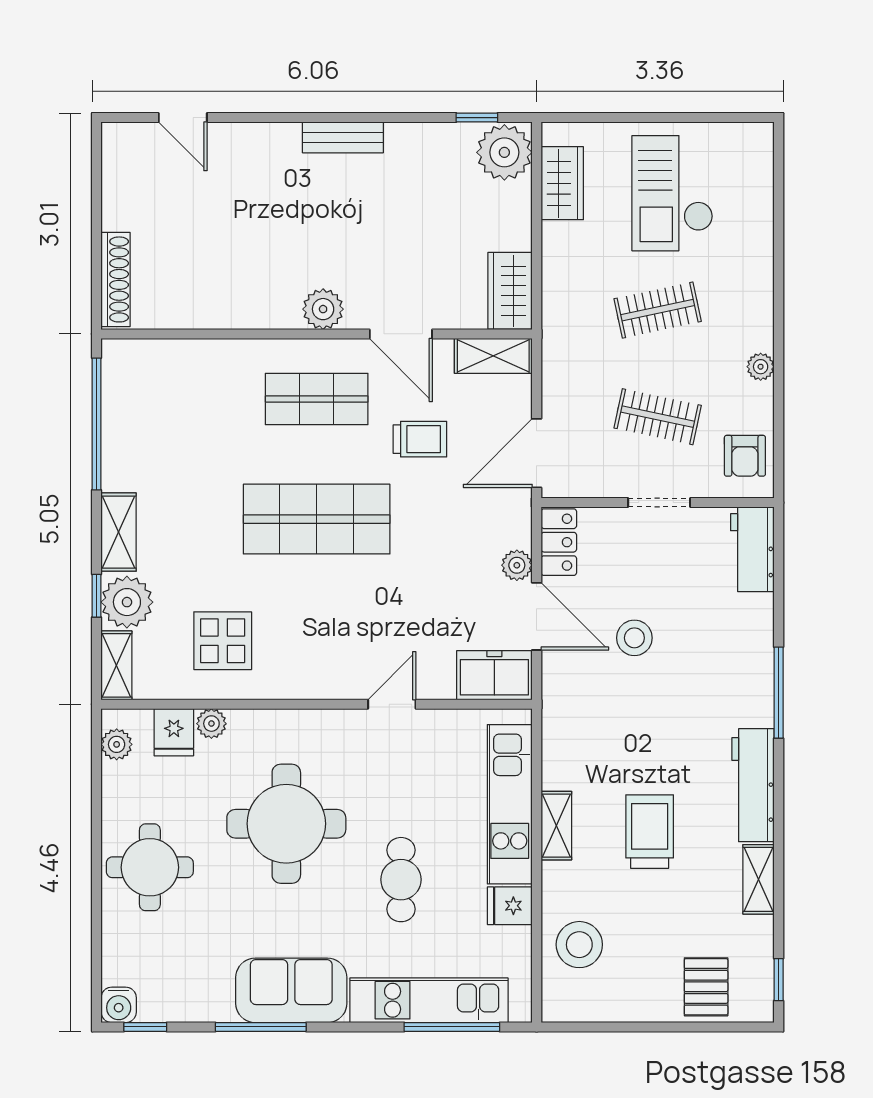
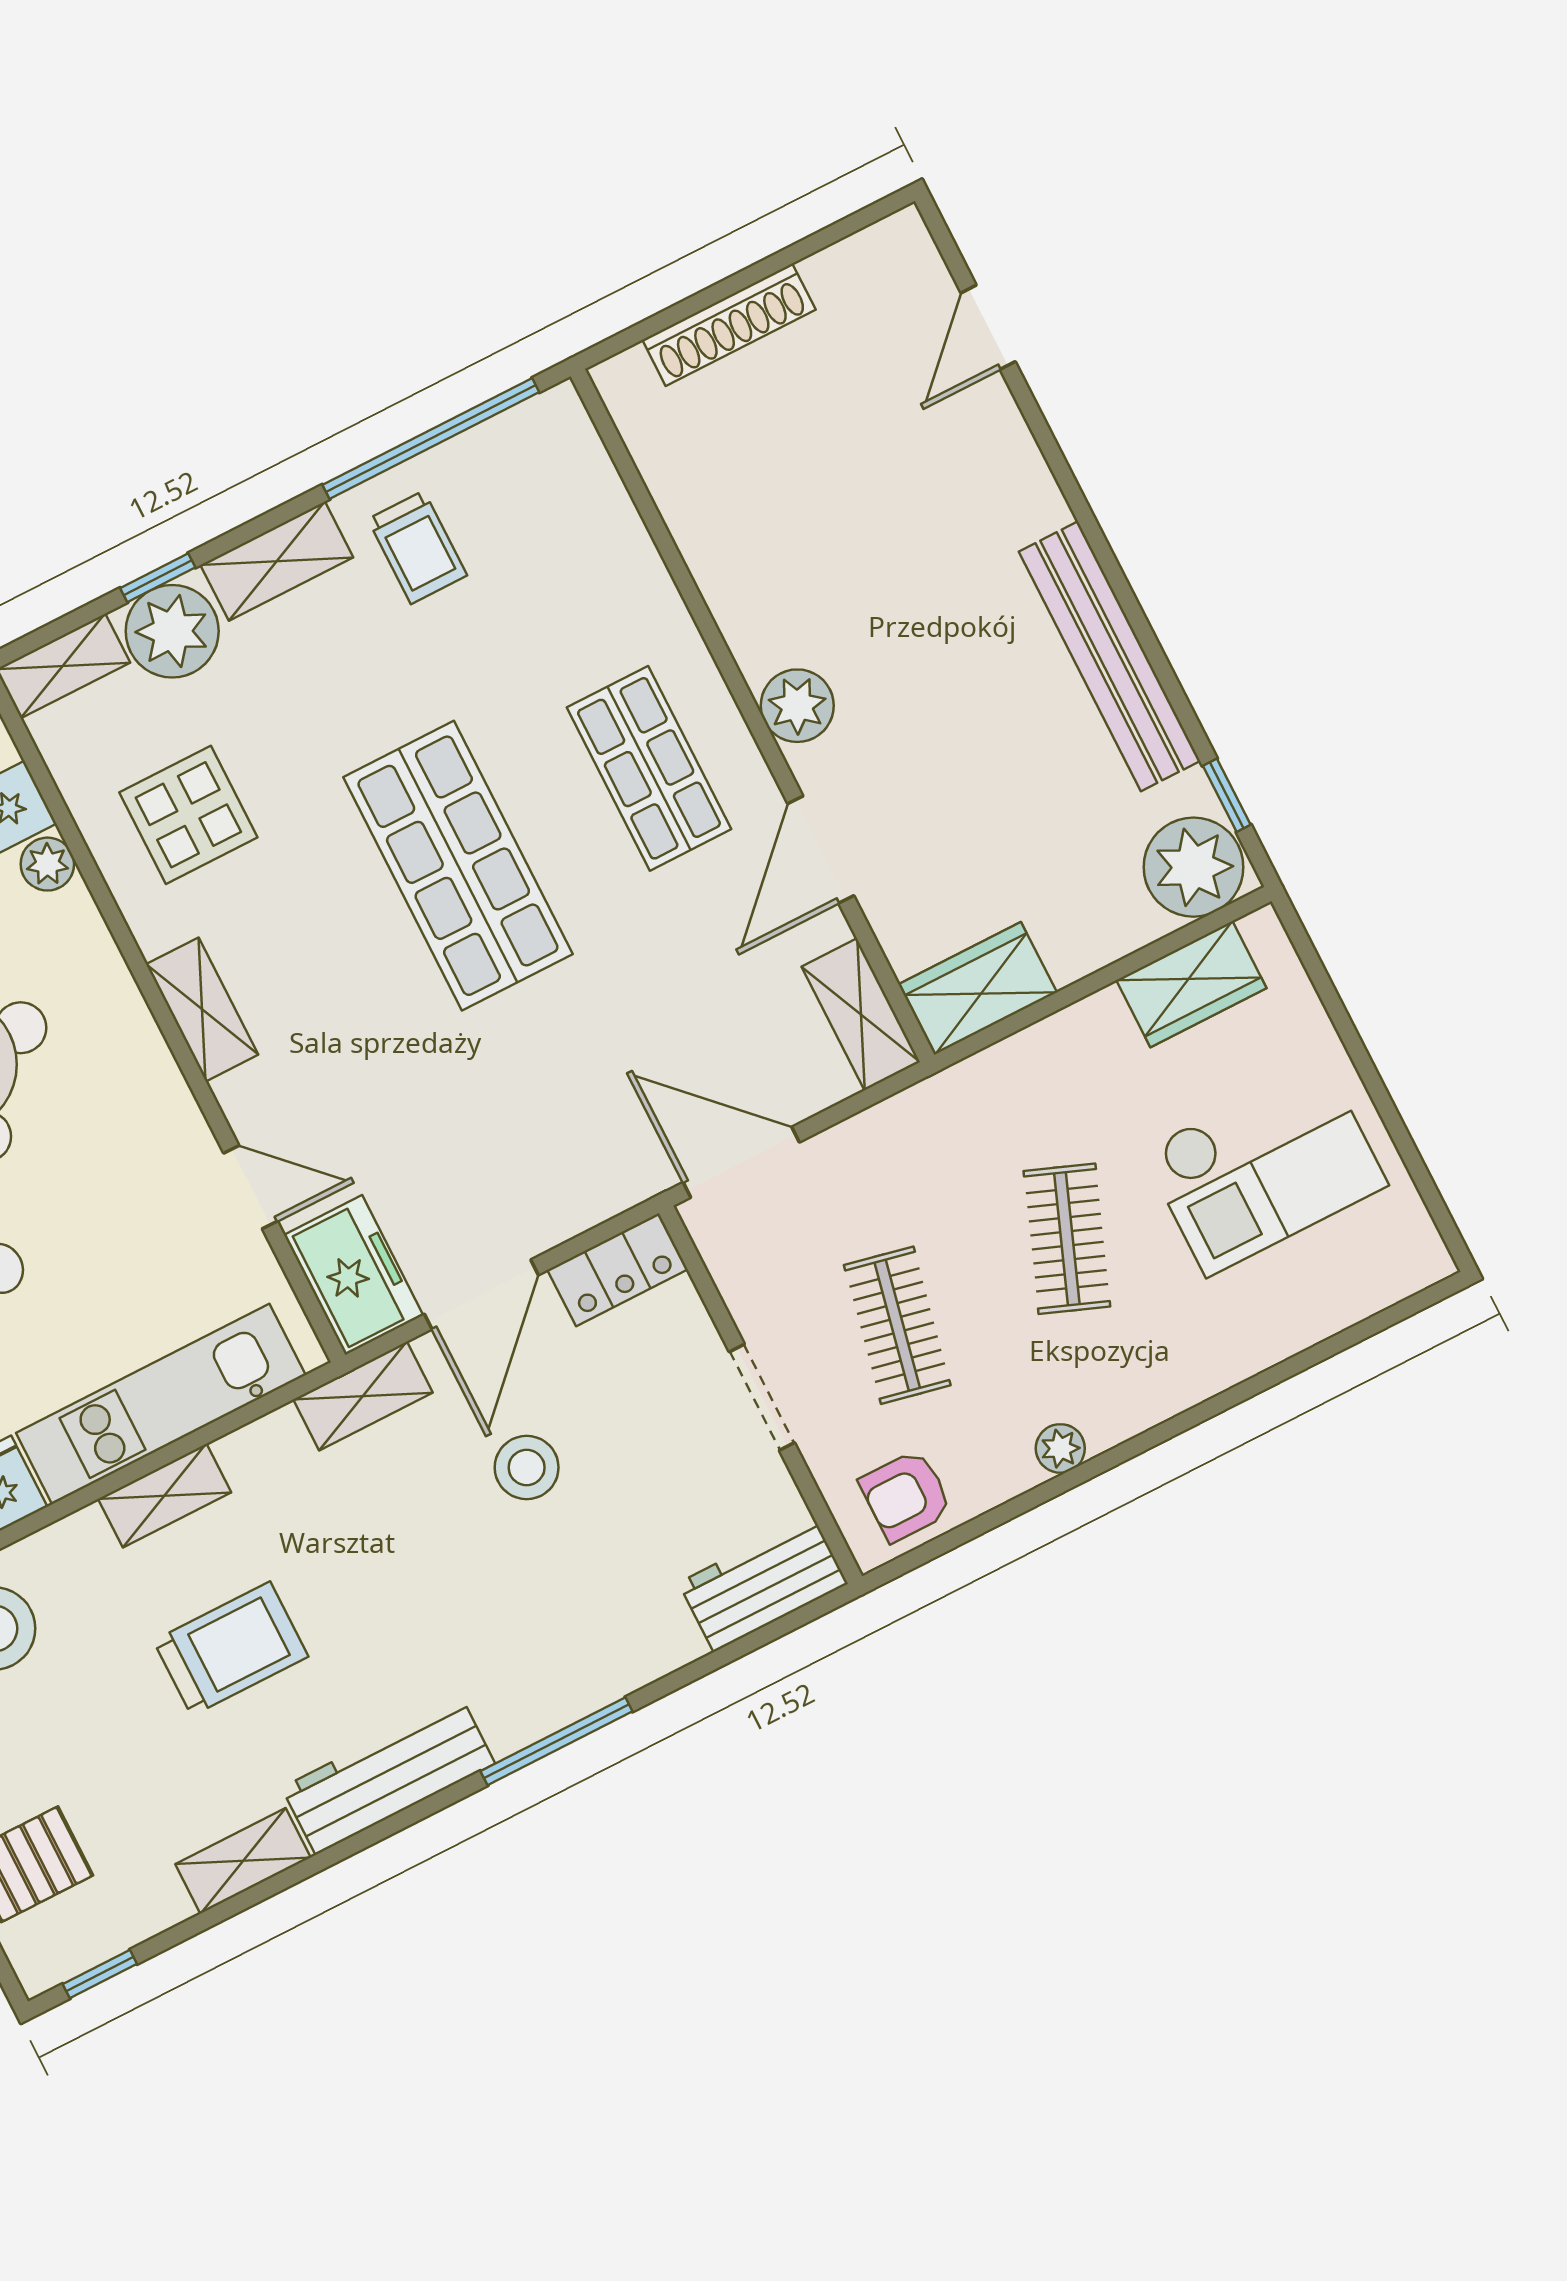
bench: (343, 137) -> (1109, 656), width x1.86, depth x1.21
checkout: (672, 193) -> (1265, 1168), turned 180
shoe rack: (116, 279) -> (729, 325), moved
clothes rail: (658, 310) -> (1067, 1239), turned 33
trolley: (420, 439) -> (417, 547), moved
plant: (517, 565) -> (547, 1222), removed
shelving: (323, 683) -> (202, 1009), added
shelving: (557, 701) -> (363, 1396), added
door: (392, 704) -> (251, 1187), moved

